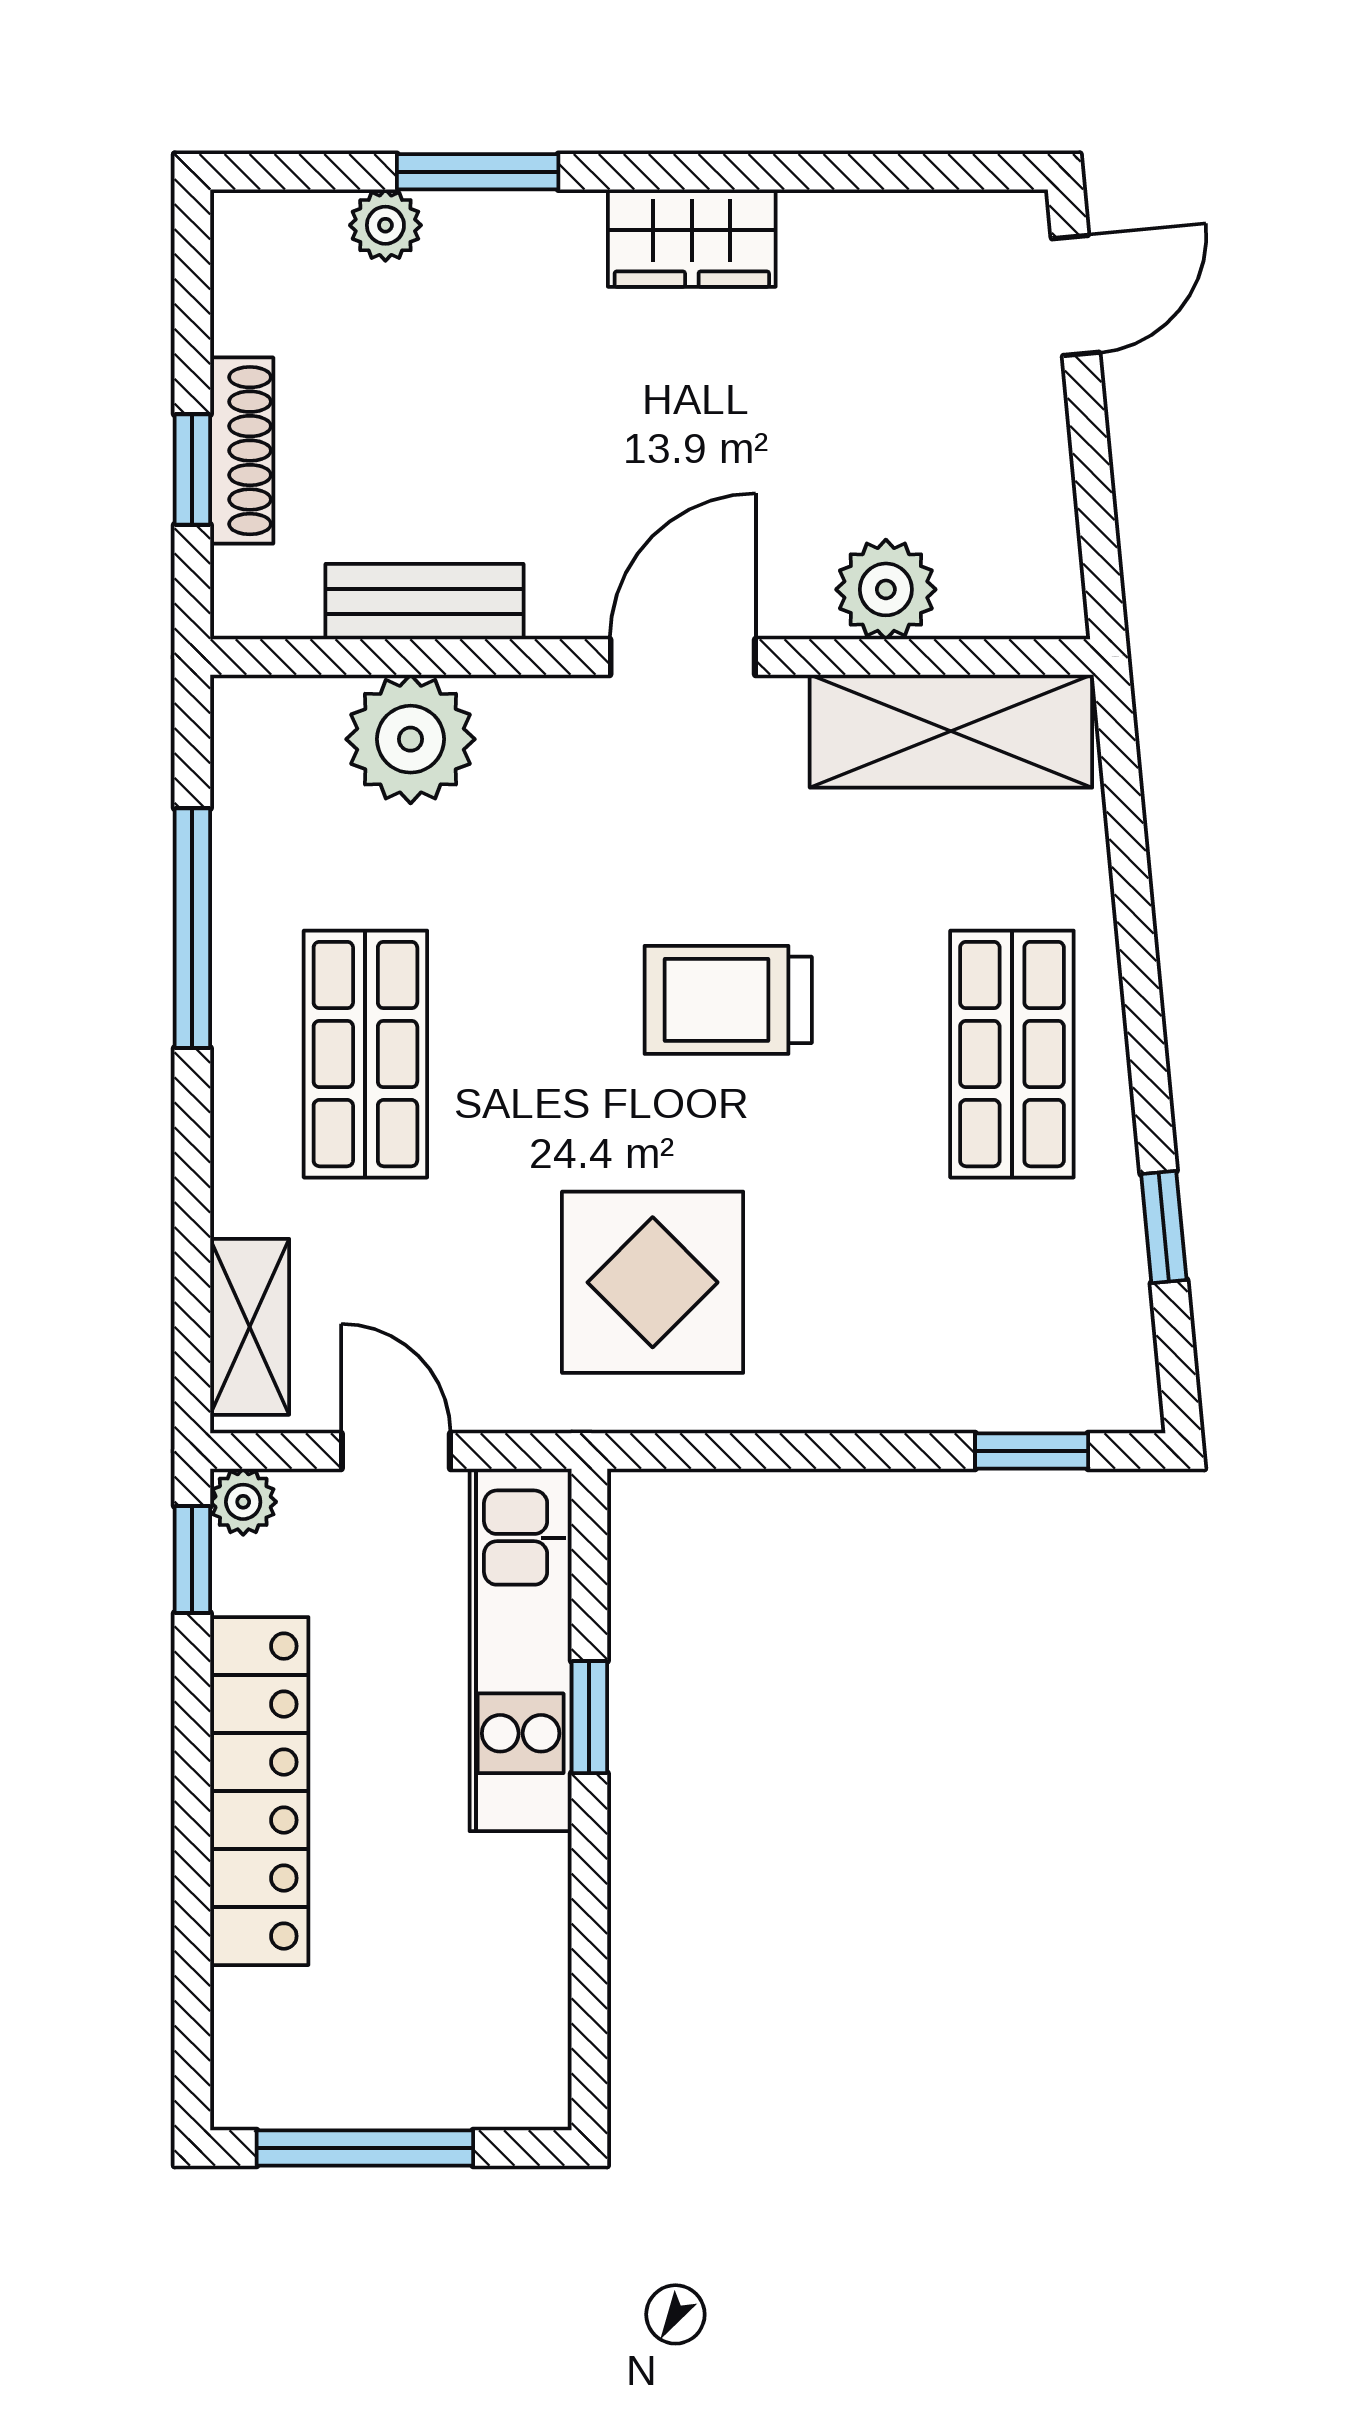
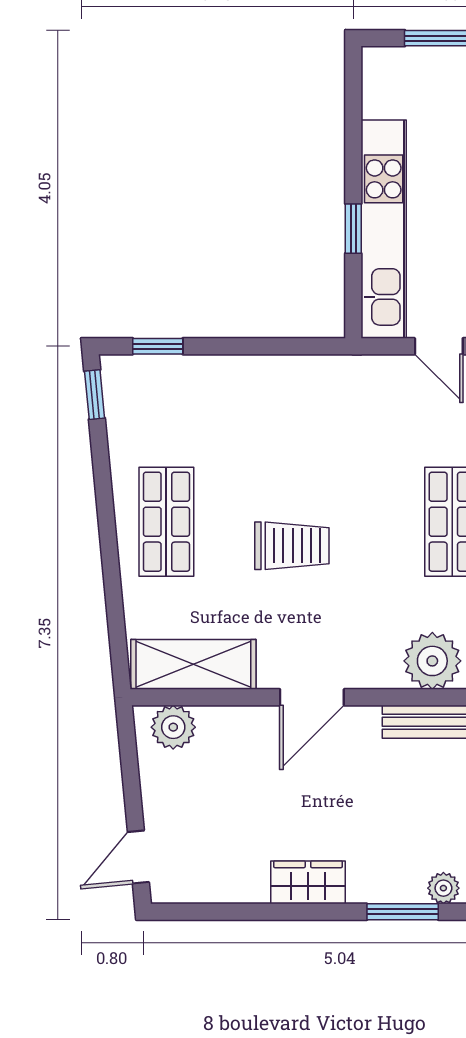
plant: (886, 589) -> (173, 727), moved
window: (1164, 1227) -> (95, 395), moved
display table: (653, 1282) -> (325, 421), removed
kitchen unit: (521, 1650) -> (384, 229), width x1.36

